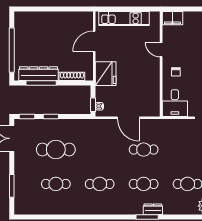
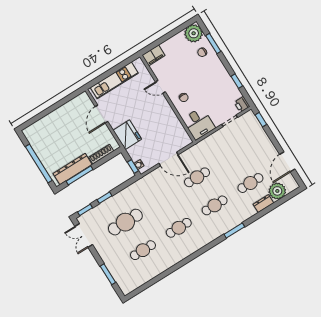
dresser: (153, 209) -> (263, 204), moved

